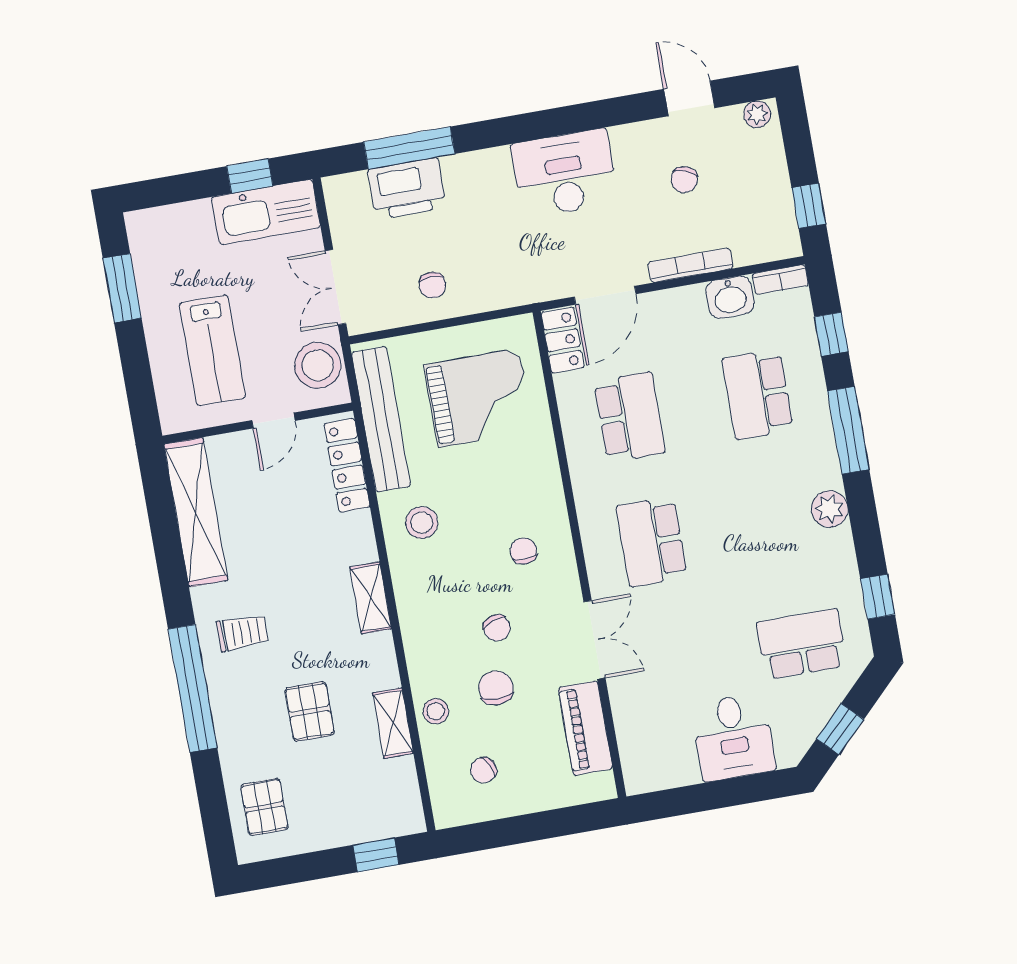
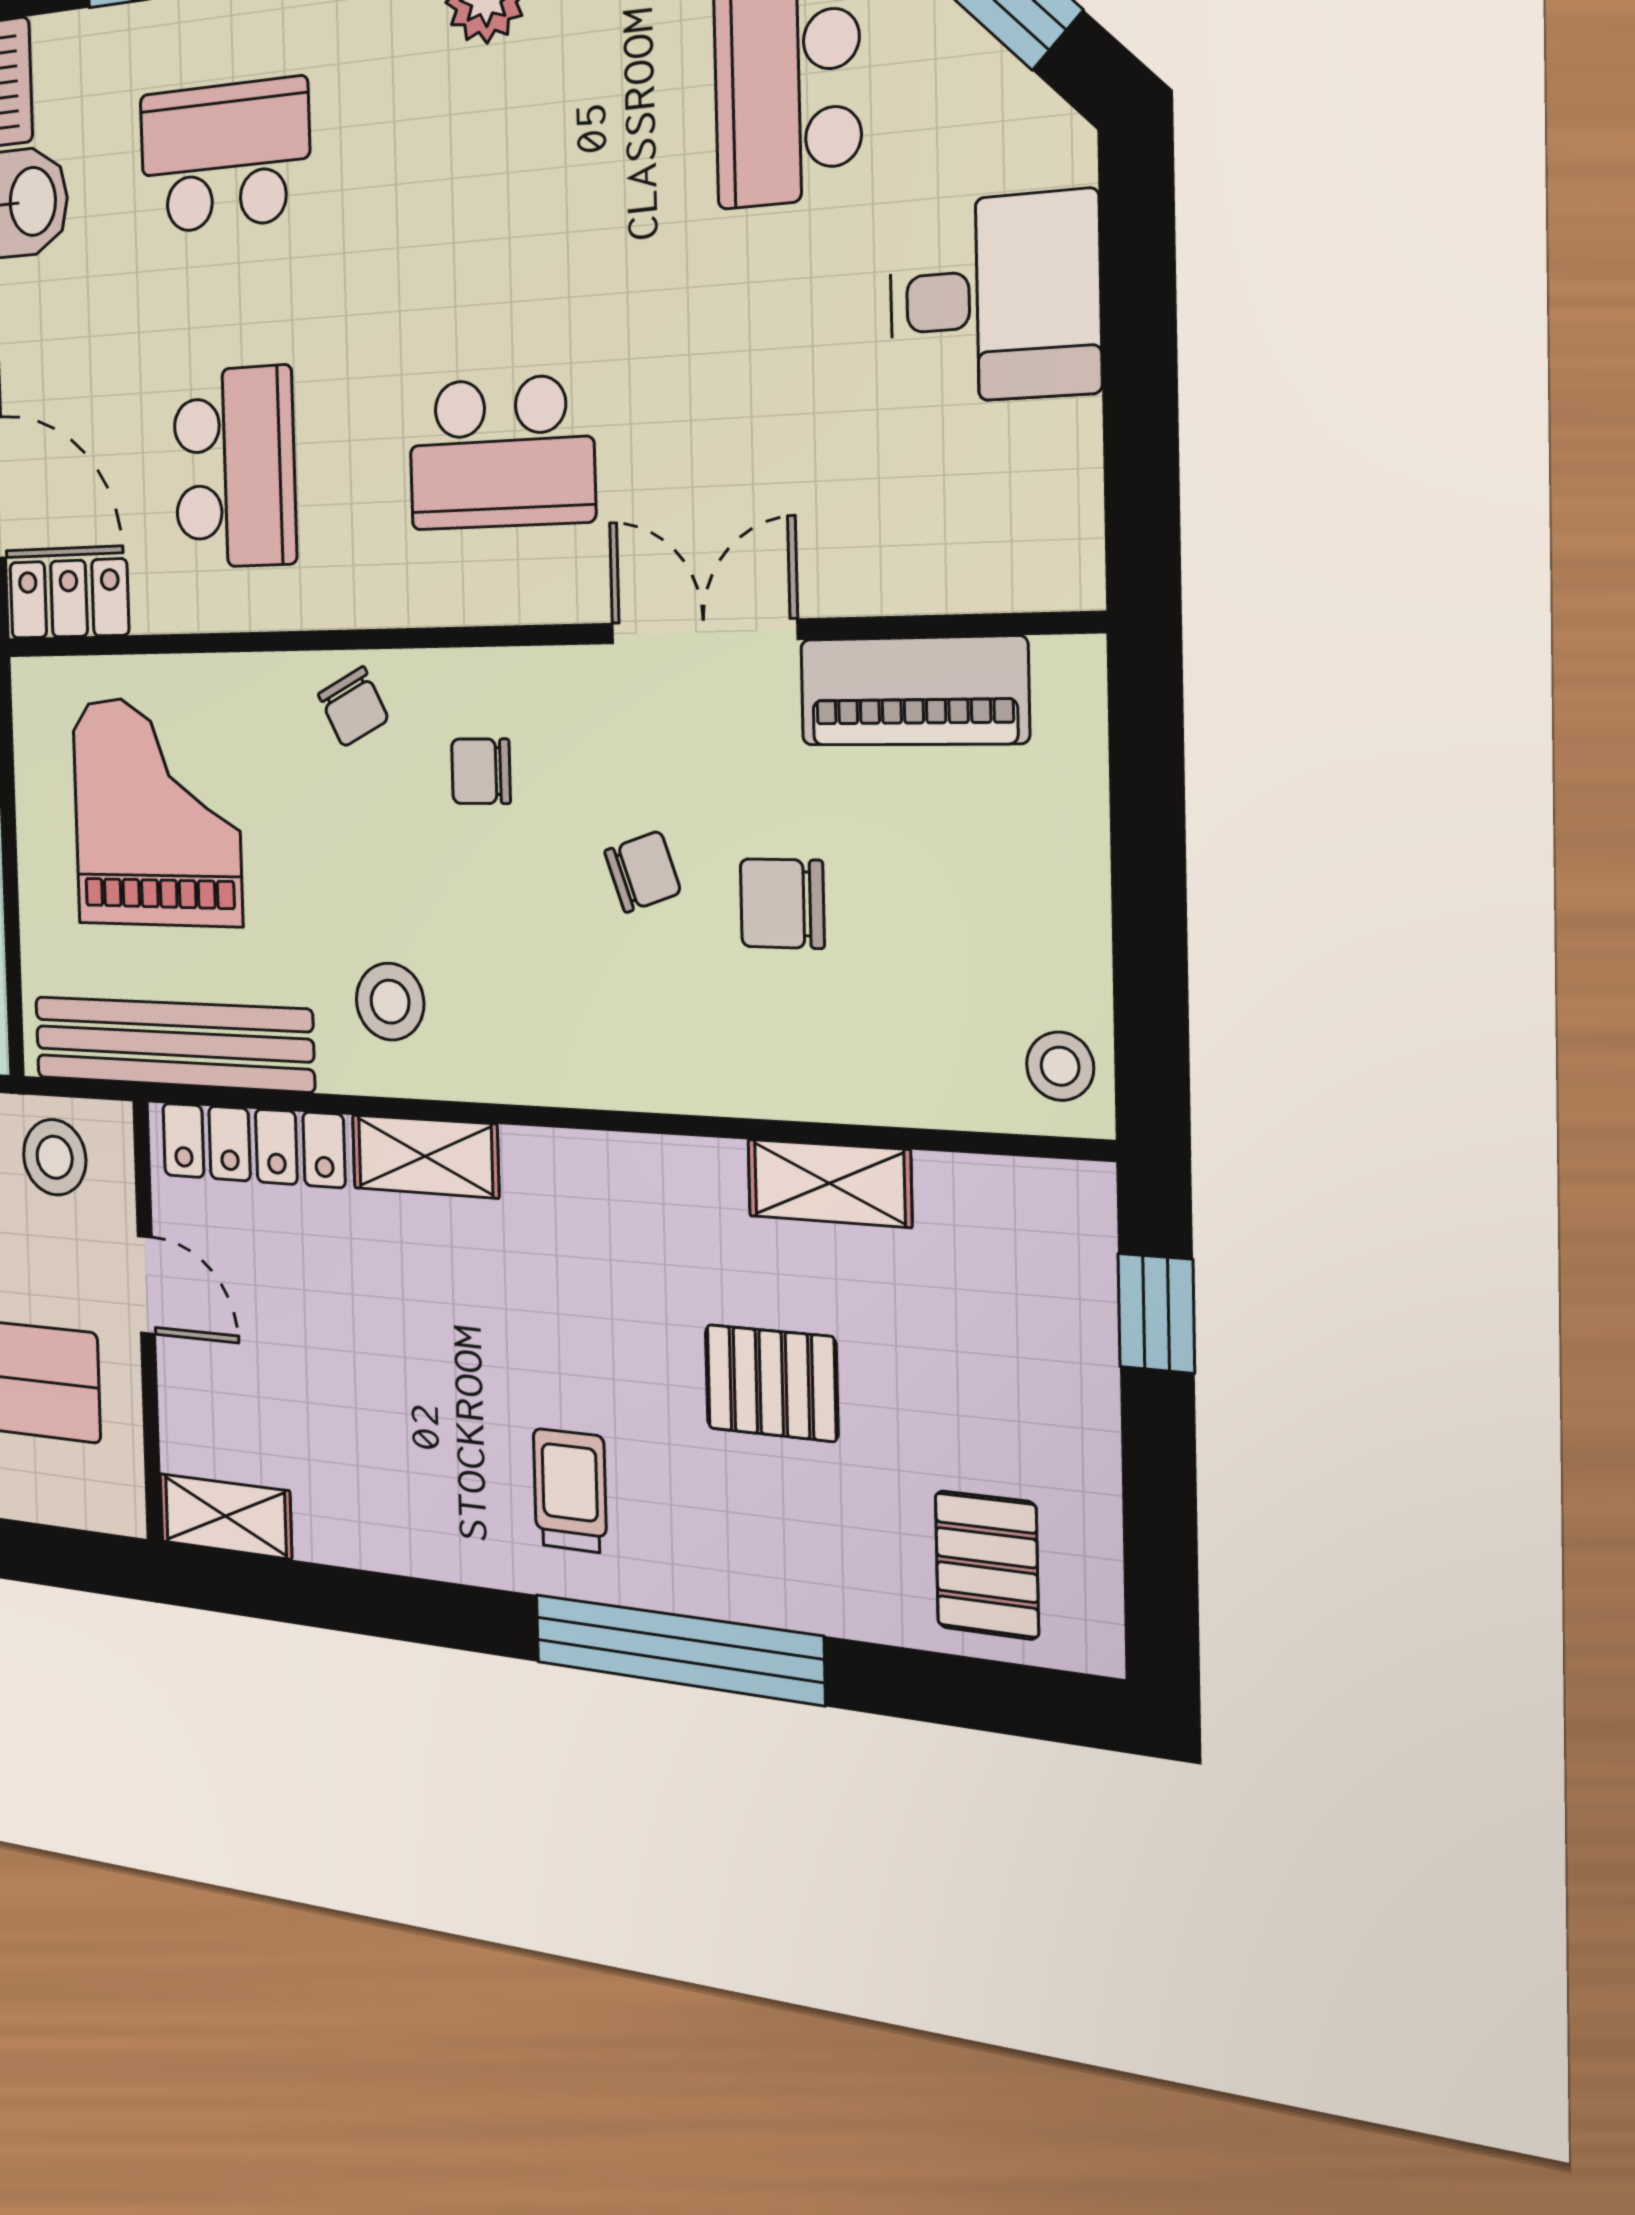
stool: (318, 365) -> (55, 1157), width x0.73, depth x0.73
school desk: (758, 394) -> (225, 156), turned 180
school desk: (630, 417) -> (235, 467), turned 90
shelving: (196, 512) -> (225, 1516), width x0.45, depth x0.75
shelving: (371, 598) -> (425, 1156), moved
stool: (436, 711) -> (1060, 1066), moved
chair: (484, 770) -> (353, 707), moved
pallet: (264, 807) -> (987, 1565), turned 90

